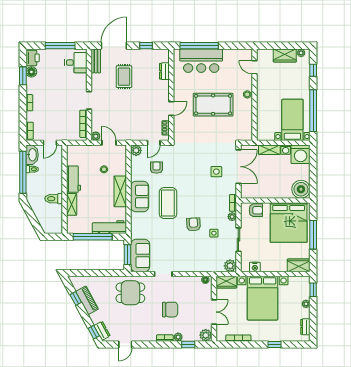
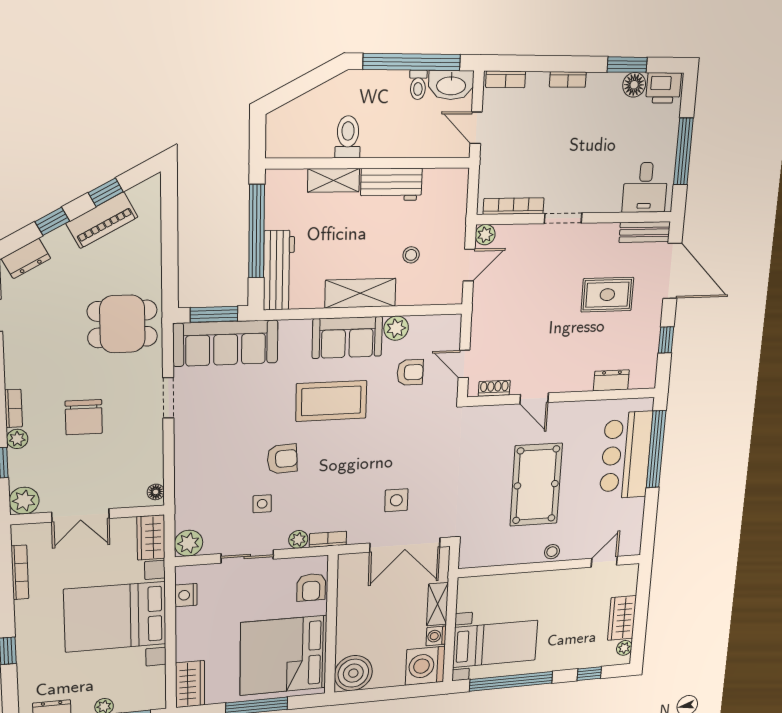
plant: (136, 150) -> (396, 328), moved
sofa: (140, 256) -> (226, 343), width x1.36
dining table: (130, 293) -> (122, 324), turned 90
window: (94, 332) -> (52, 221), moved

